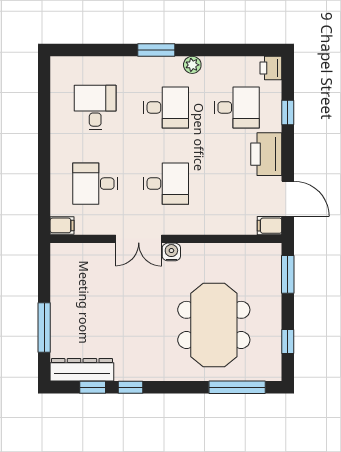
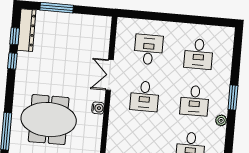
desk: (95, 107) -> (199, 54), turned 90
filing cabinet: (62, 225) -> (123, 25), removed
water cooler: (171, 252) -> (98, 108), moved

